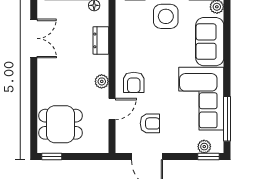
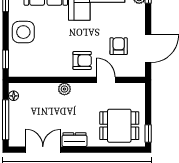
dresser: (101, 40) -> (75, 140), moved, turned 180
plant: (102, 81) -> (64, 89), moved
dining table: (61, 124) -> (119, 126), turned 90

